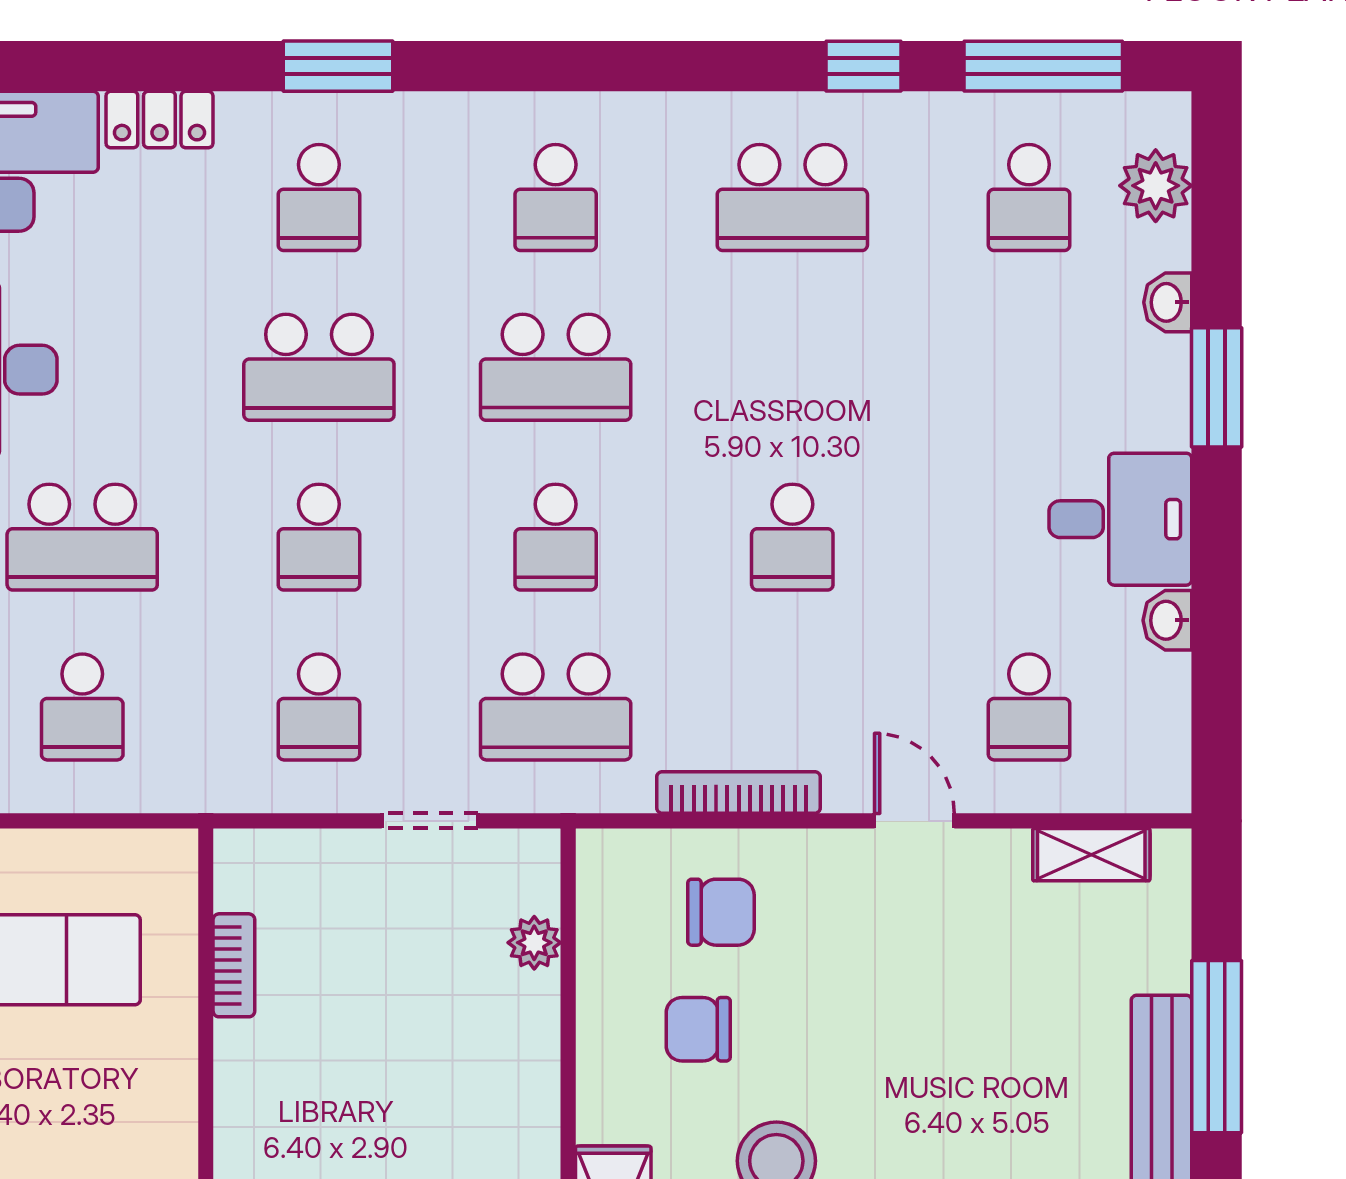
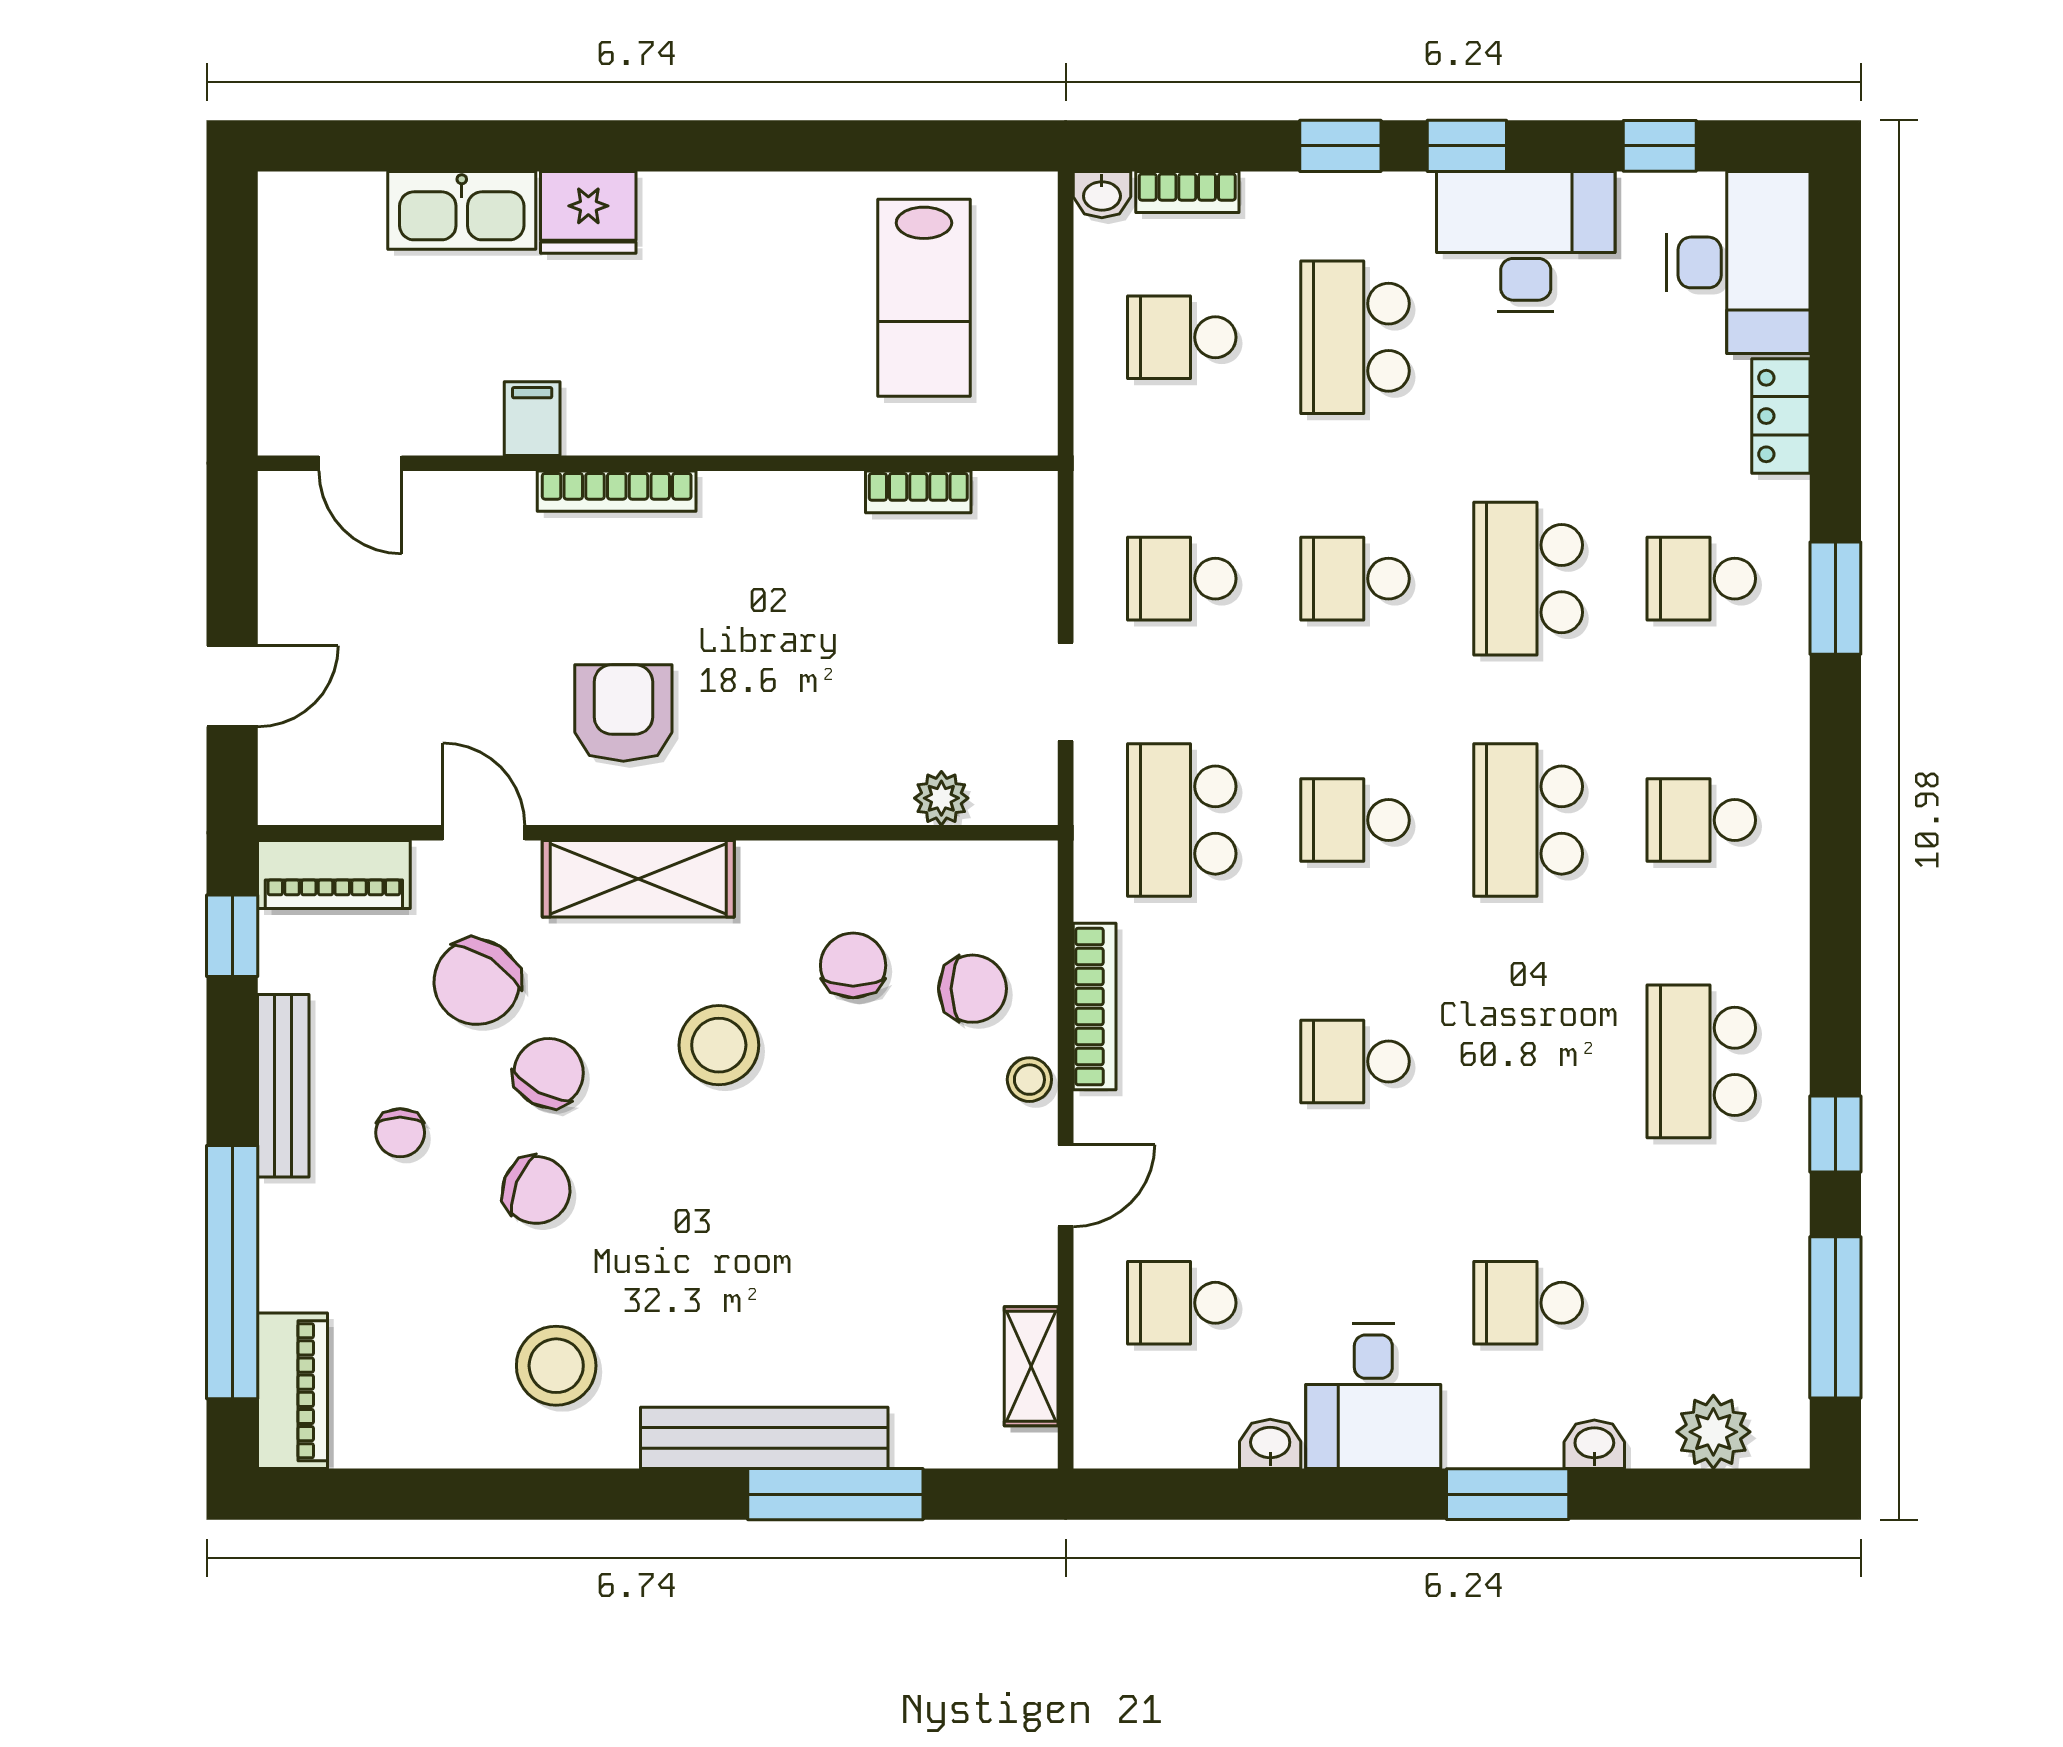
school desk: (1029, 198) -> (1528, 1303), moved
stool: (810, 856) -> (1029, 1080), added
chair: (721, 912) -> (973, 989), turned -90

